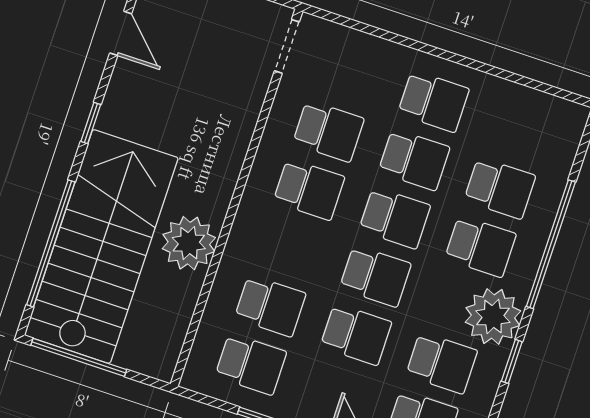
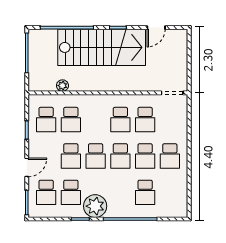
plant: (189, 243) -> (62, 86), moved, width x0.53, depth x0.53
school desk: (480, 246) -> (120, 192), removed
stairs: (101, 247) -> (102, 47), moved

